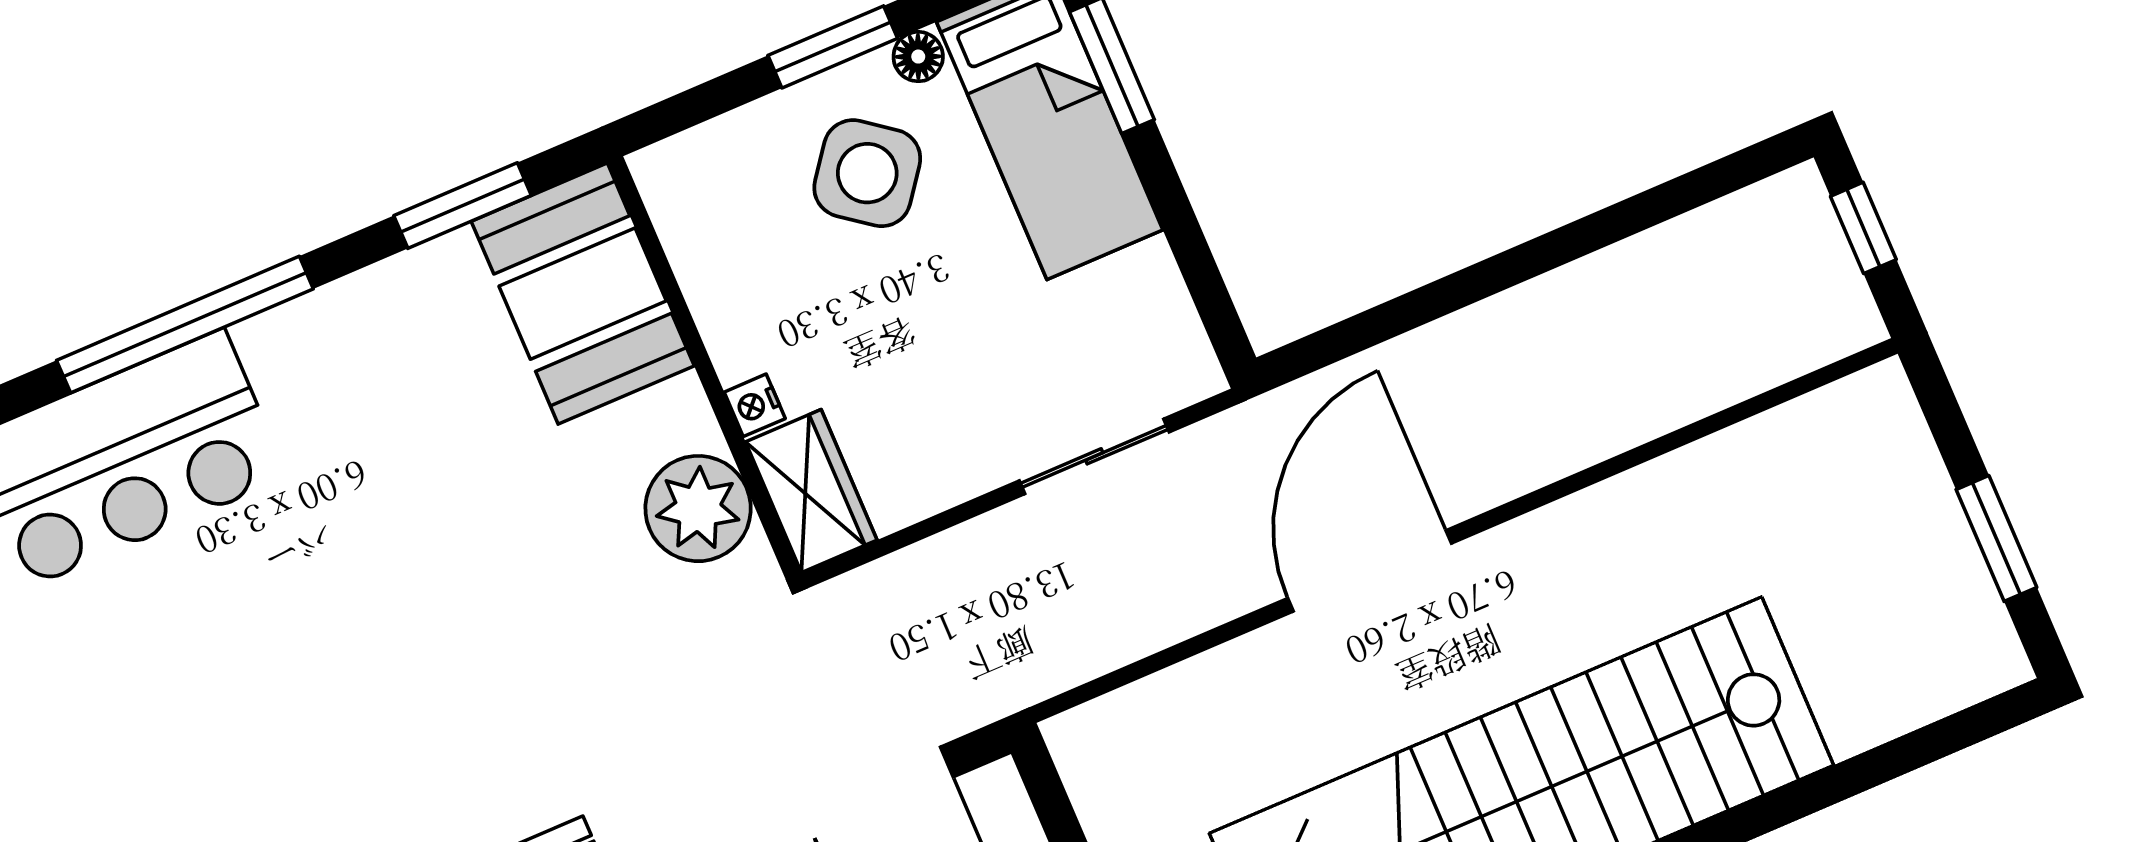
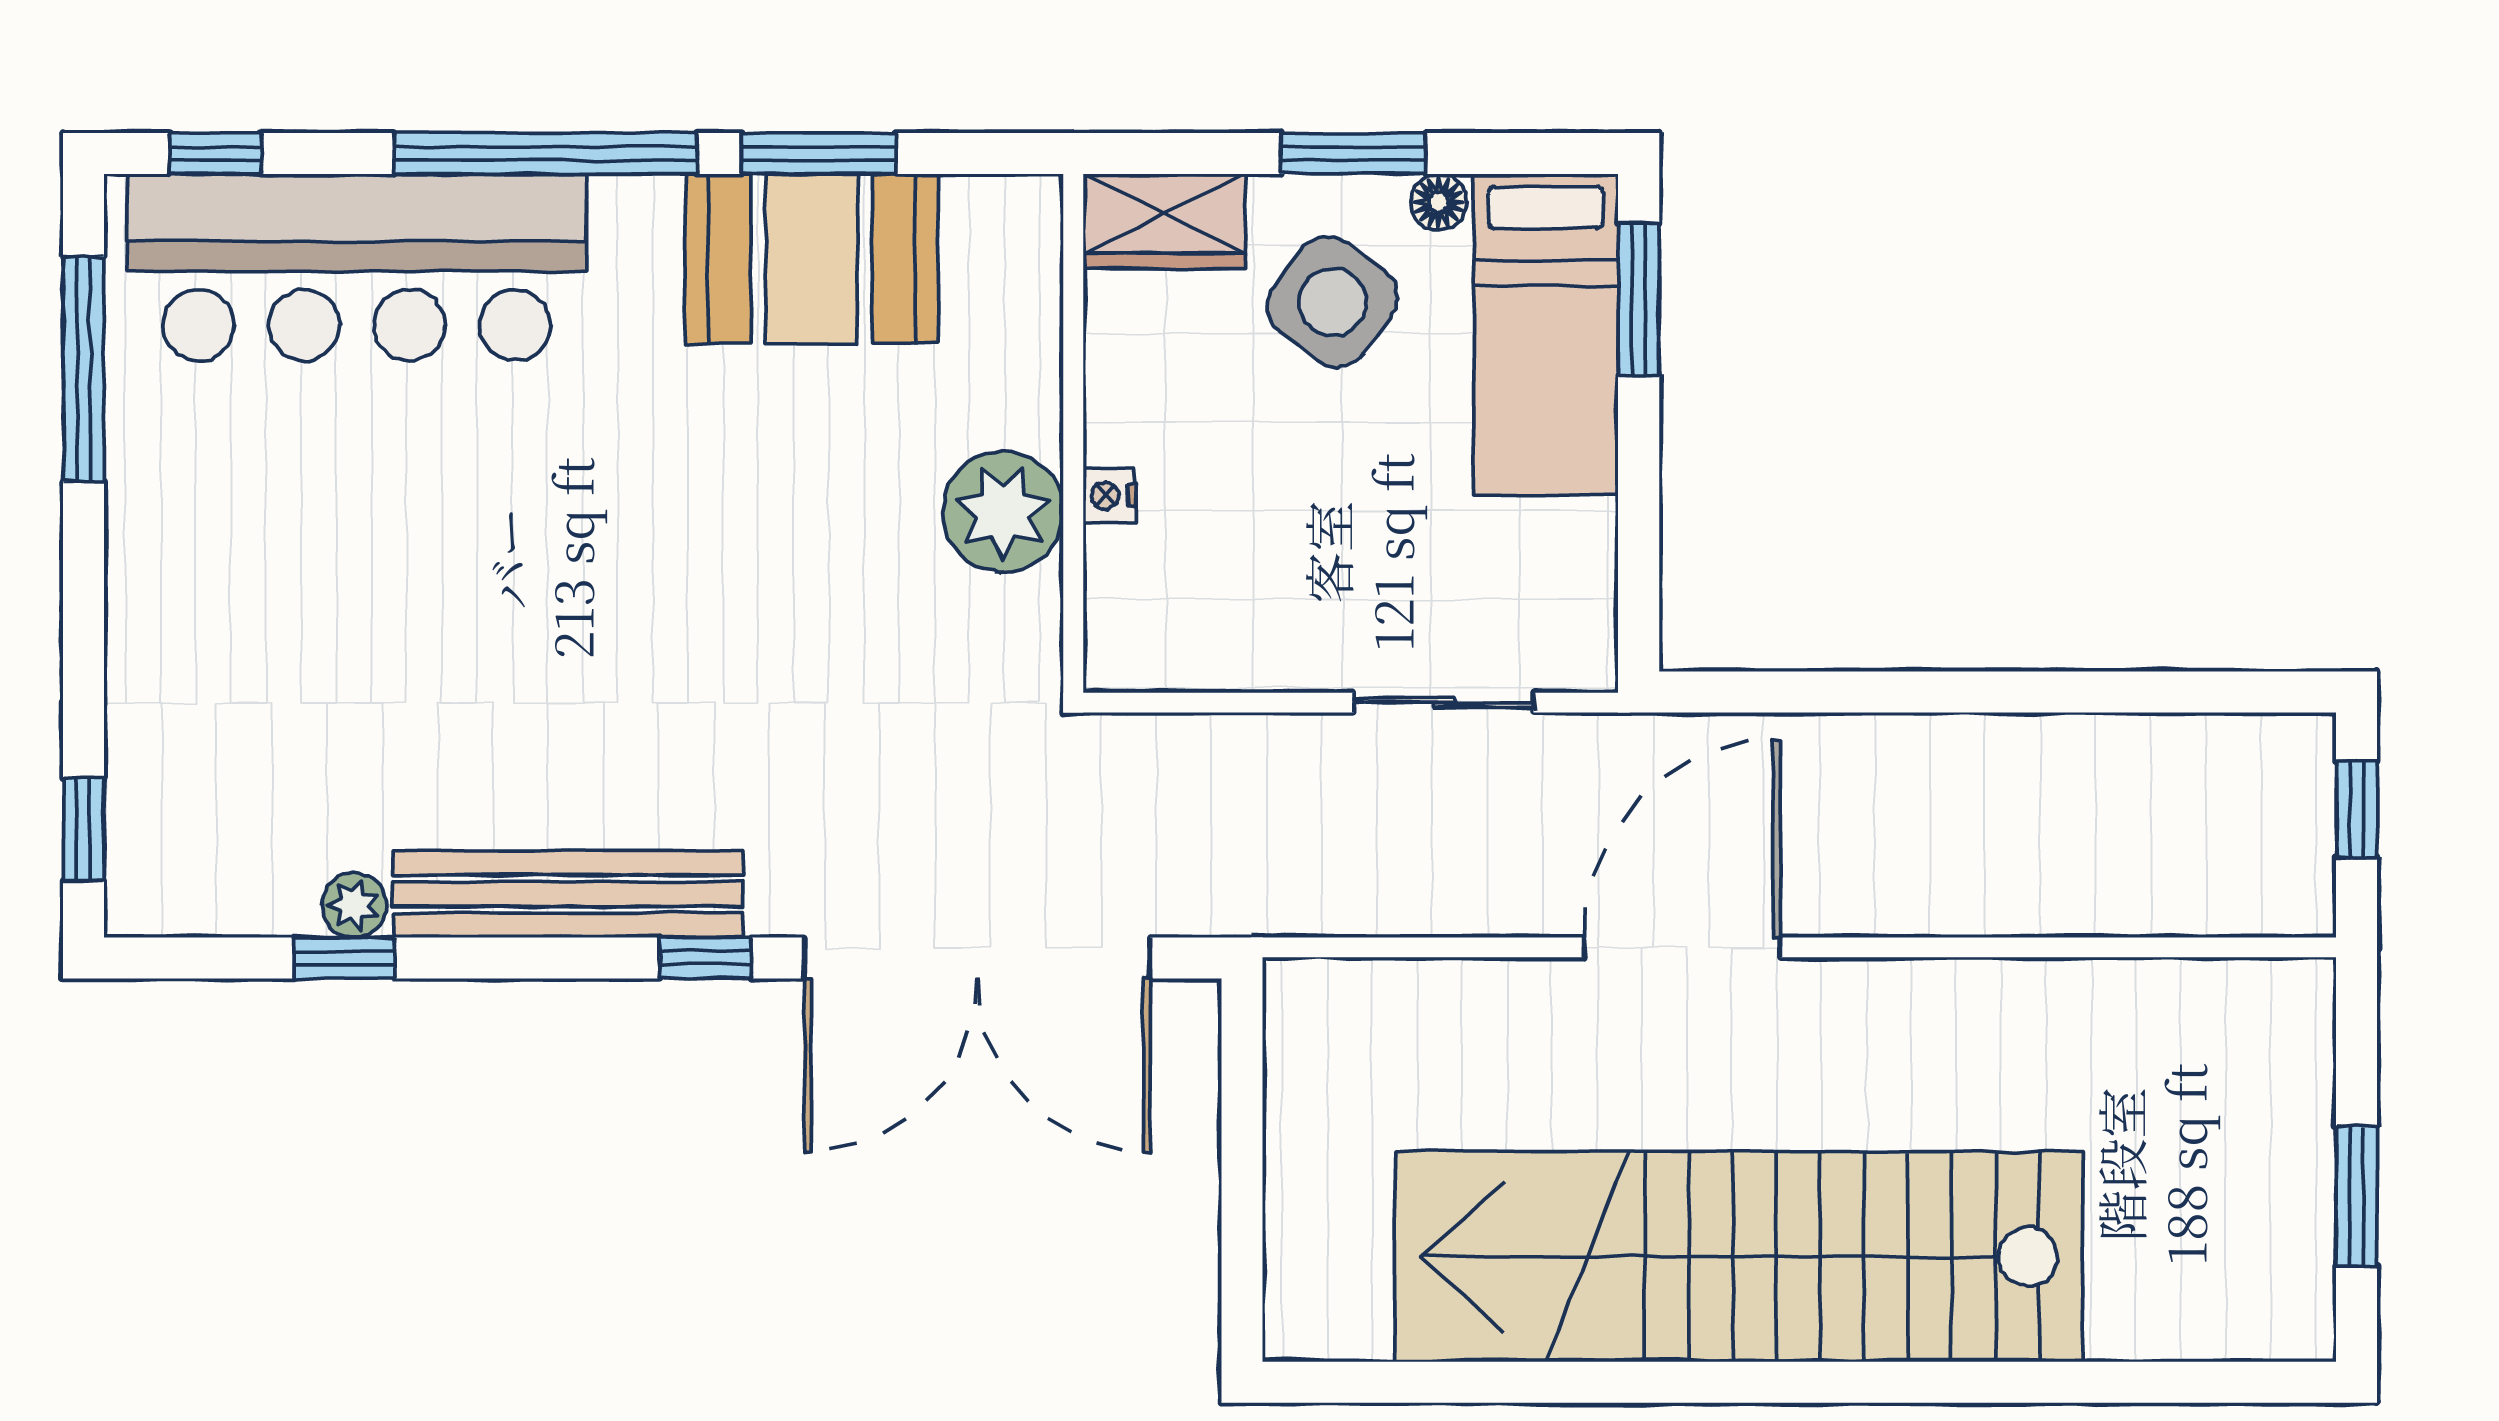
window: (463, 206) -> (819, 153), moved
booth: (583, 294) -> (812, 259), moved, turned 90
wardrobe: (811, 491) -> (1164, 221), moved, turned 90
plant: (698, 509) -> (1003, 512), moved

